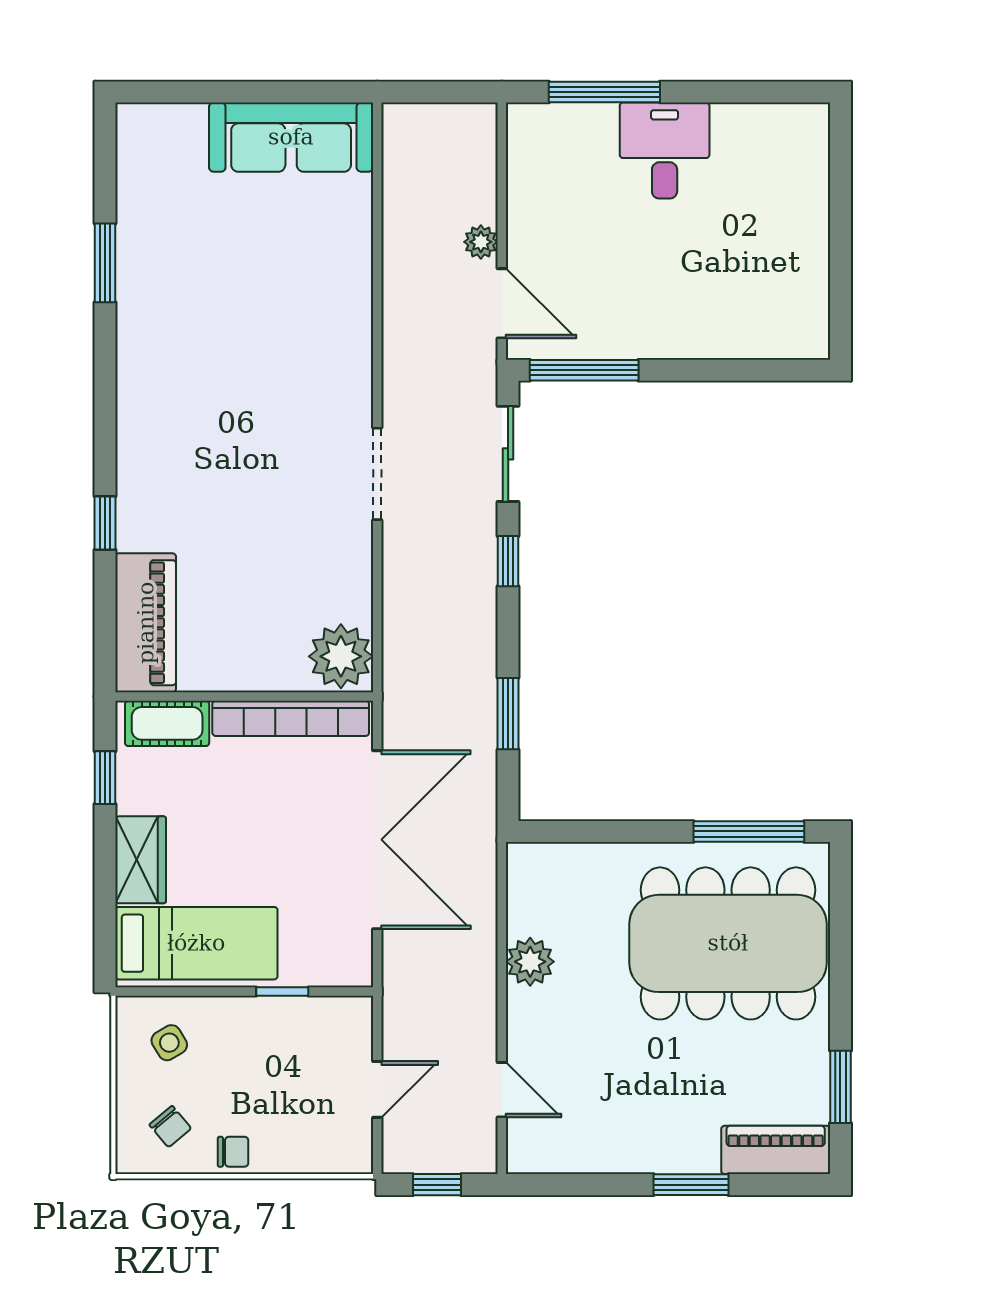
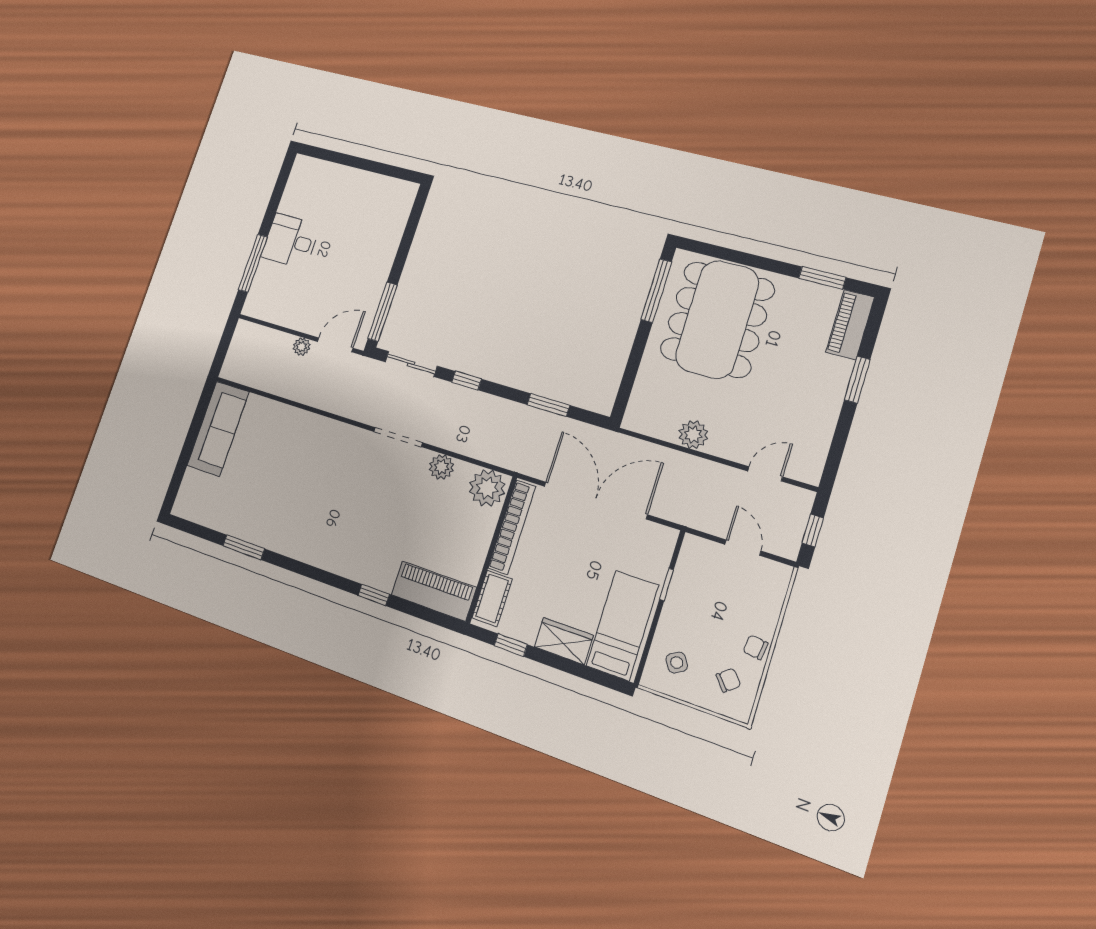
plant: (351, 567) -> (441, 467), added
chair: (233, 1152) -> (755, 647), turned -83

